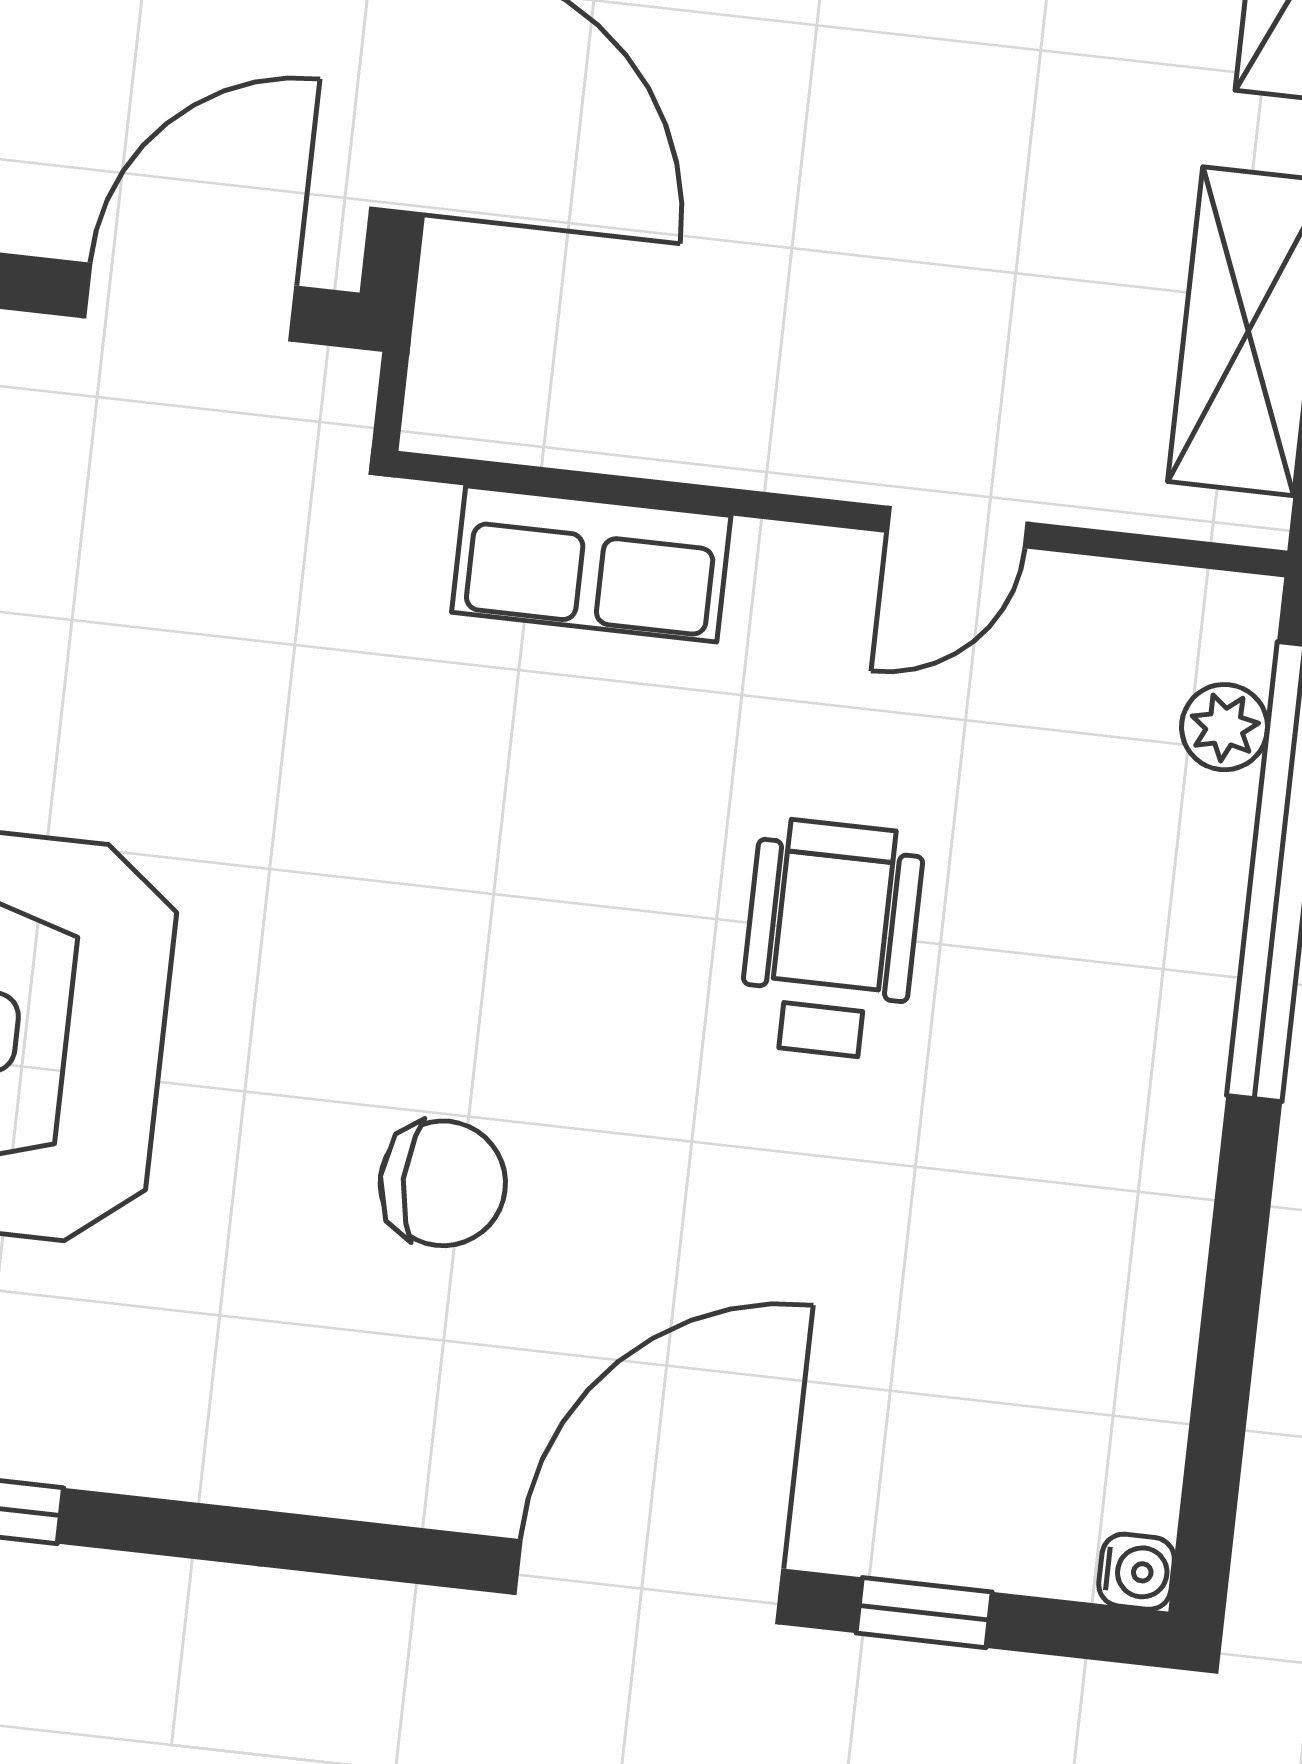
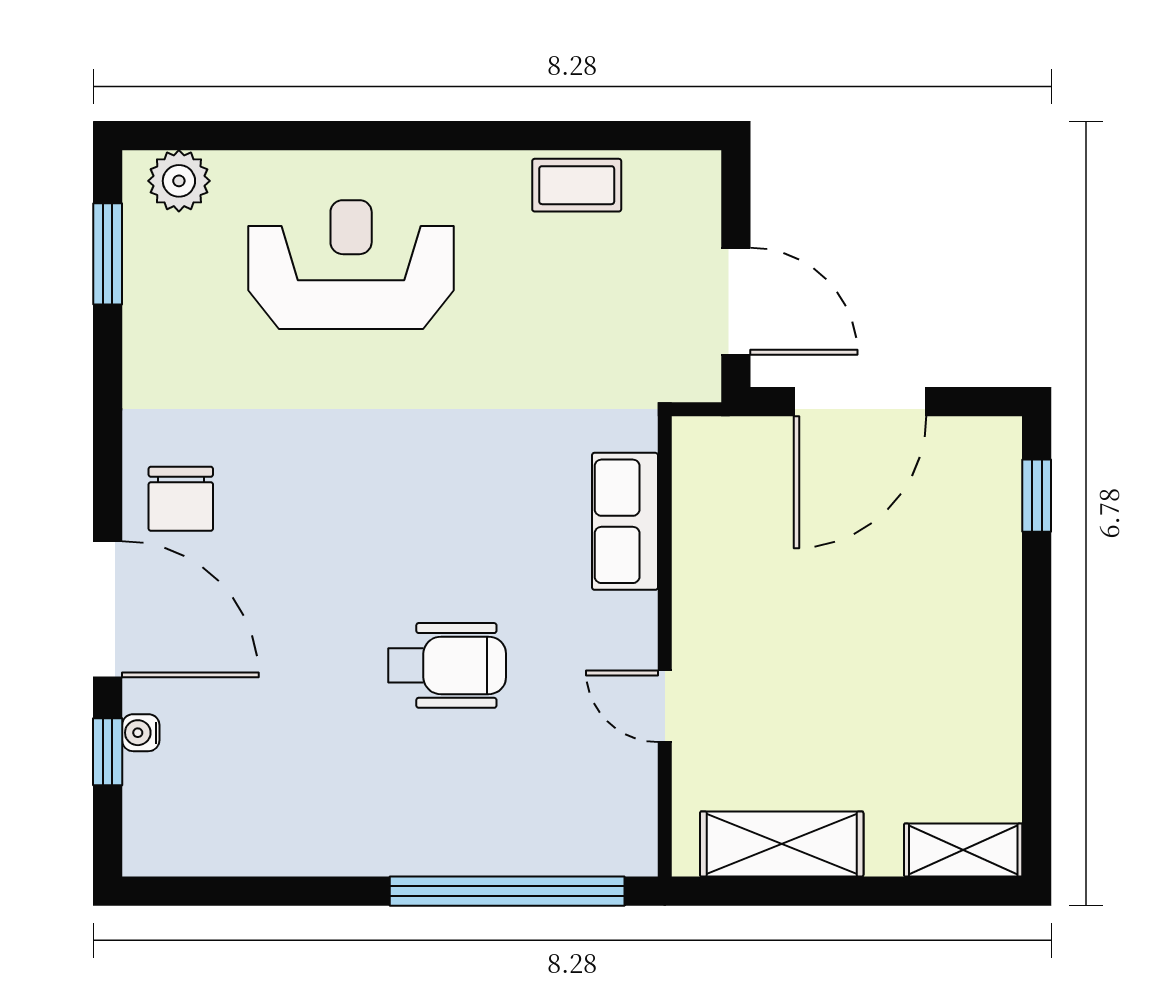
plant: (1225, 727) -> (578, 855), removed
chair: (443, 1183) -> (181, 499), moved
water cooler: (1137, 1572) -> (141, 733), moved, turned 90

